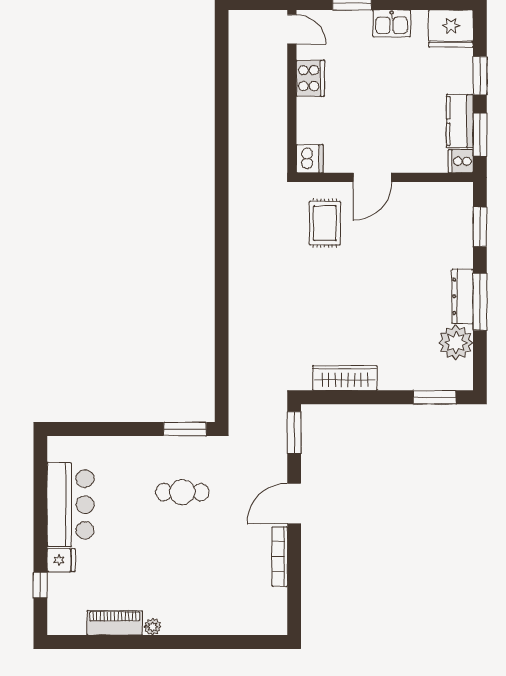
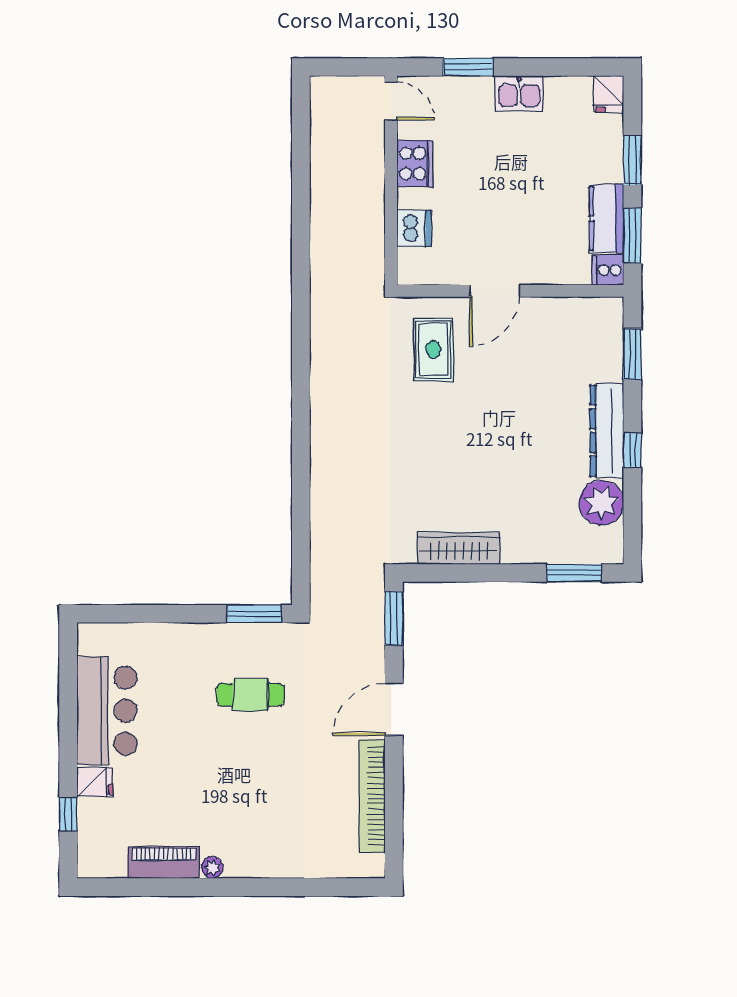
fridge: (451, 29) -> (609, 94), width x0.53, depth x0.75
dishwasher: (310, 159) -> (414, 228), moved
dresser: (463, 296) -> (607, 431), width x1.37, depth x1.24
window: (480, 302) -> (632, 450), width x0.46
bookcase: (280, 557) -> (372, 796), width x1.48, depth x1.31

